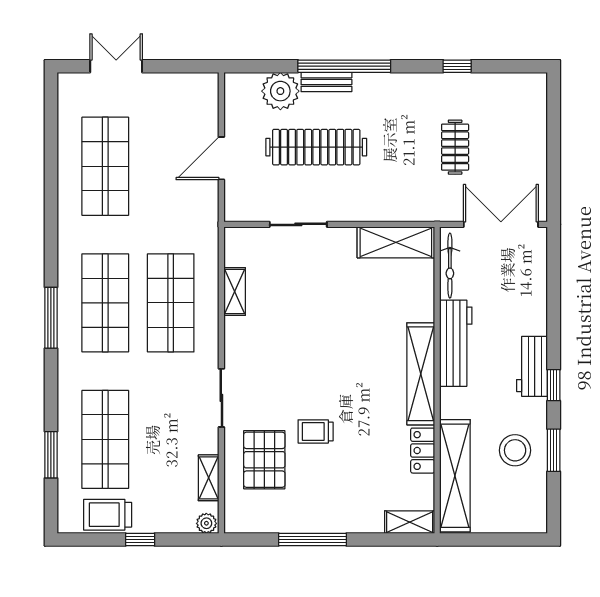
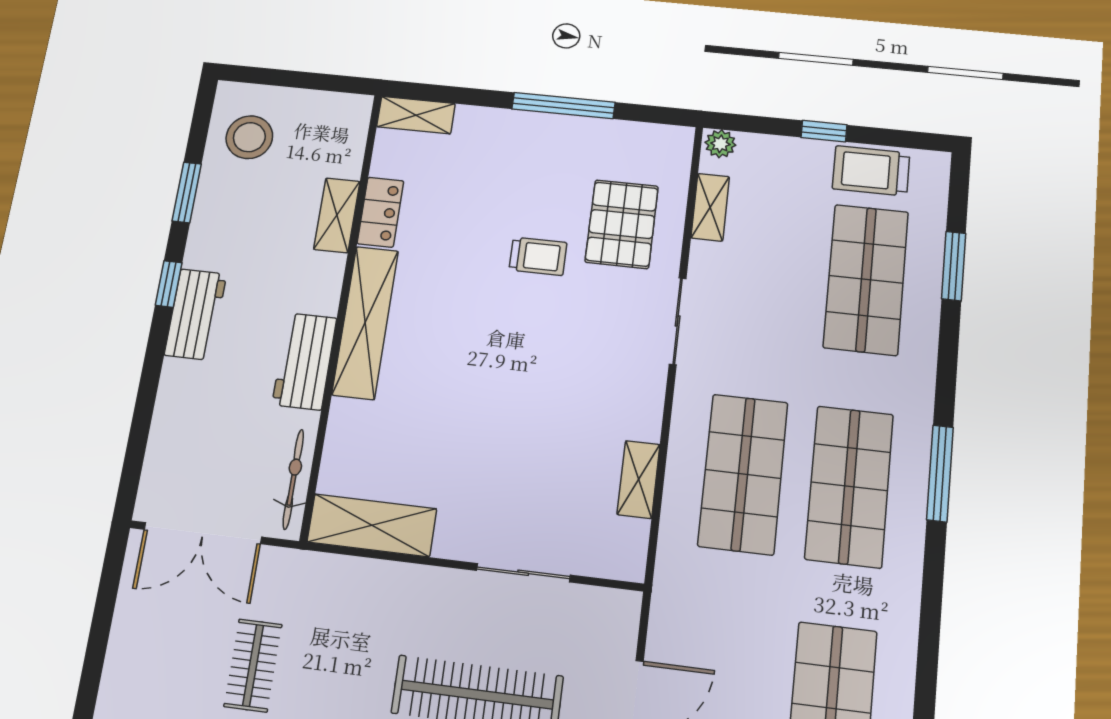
workbench: (456, 343) -> (304, 361), width x0.73
stool: (515, 450) -> (249, 137), moved
shelving: (455, 476) -> (337, 215), width x0.45, depth x0.75
trolley: (108, 515) -> (871, 171), turned 180

